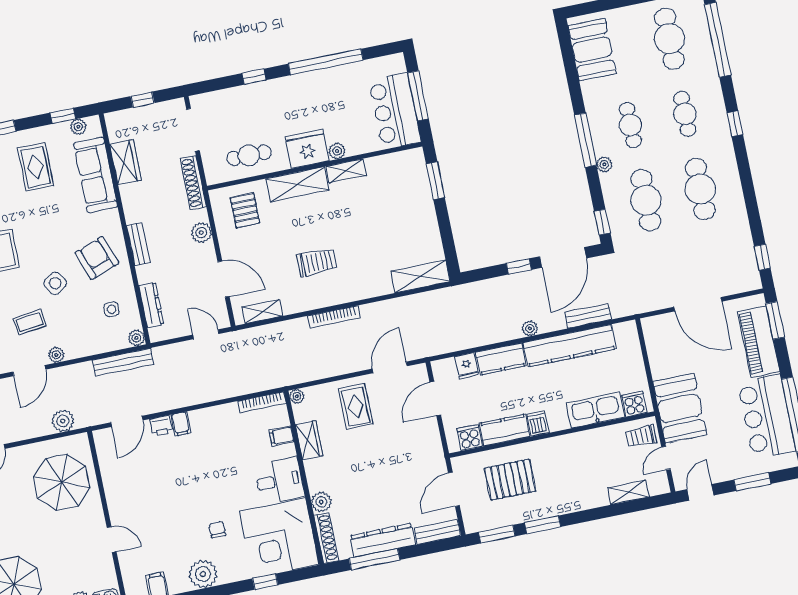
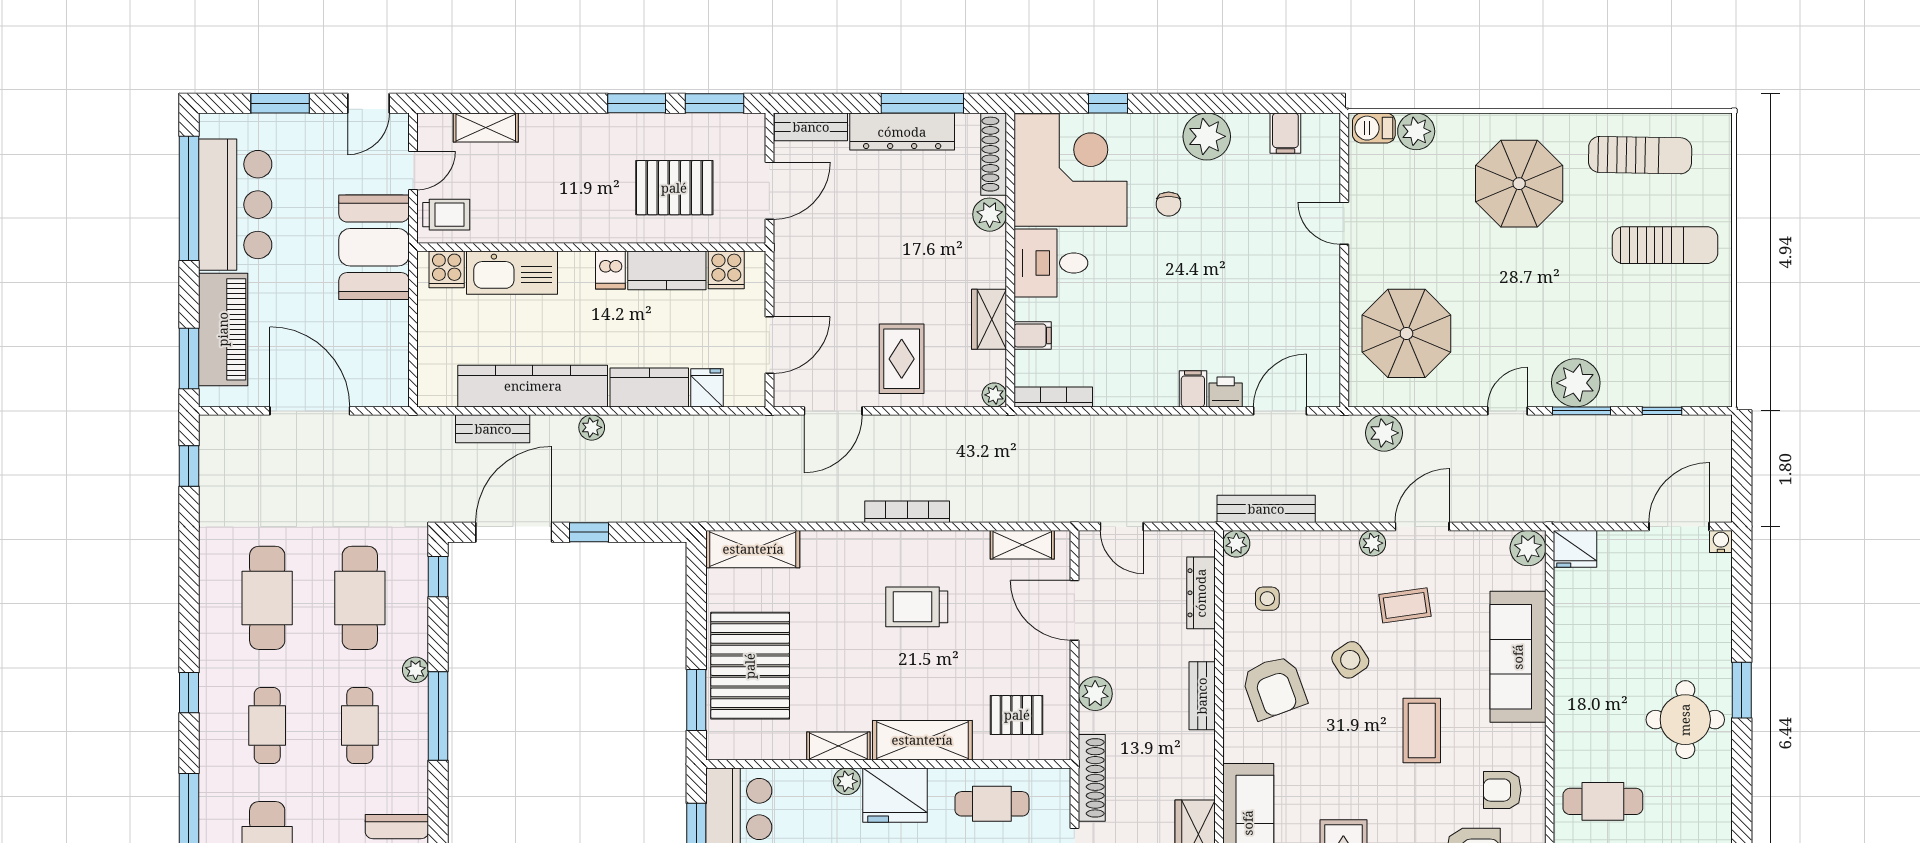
pallet: (408, 207) -> (750, 666), added
pallet: (245, 211) -> (1017, 715), turned 90

